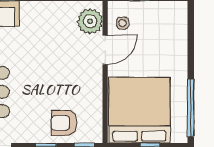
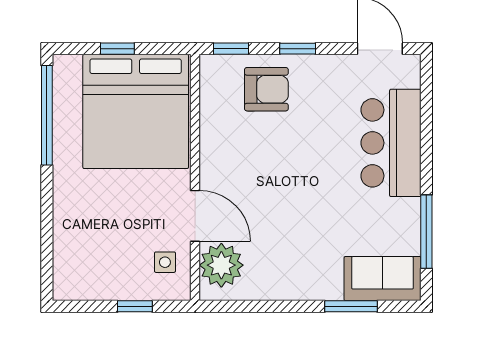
door: (105, 50) -> (195, 216), swing flipped

